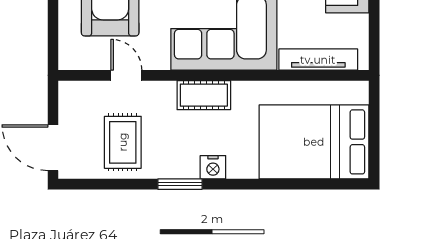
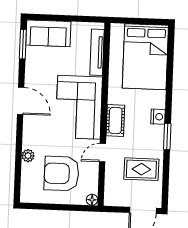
floor lamp: (68, 61) -> (92, 200), added
door: (126, 75) -> (103, 153), moved

